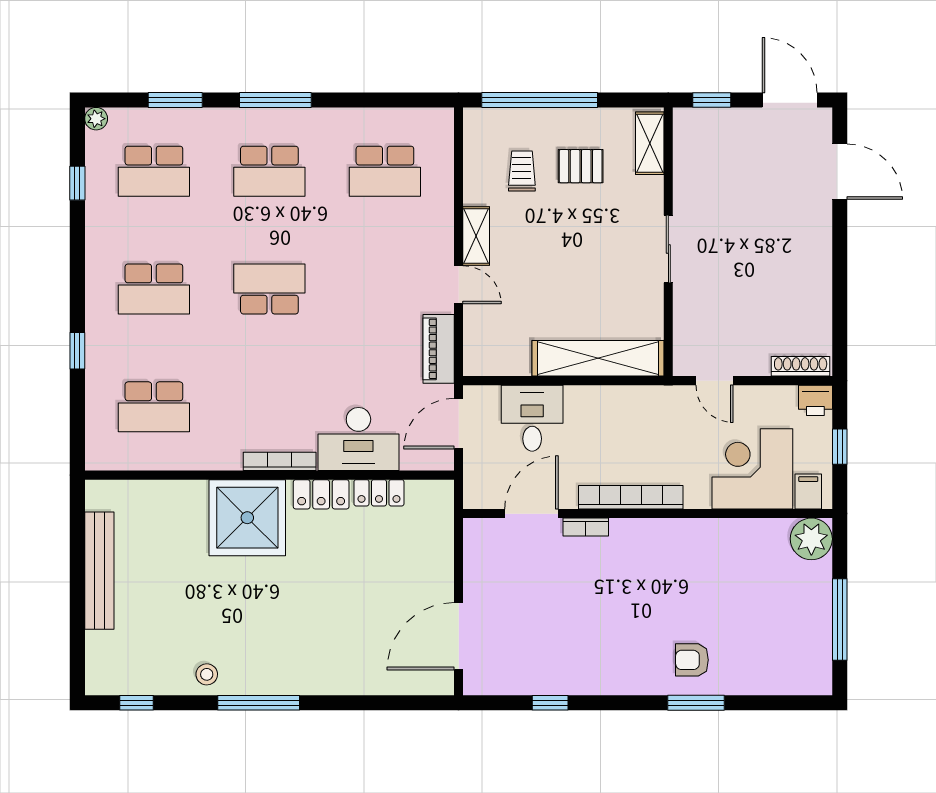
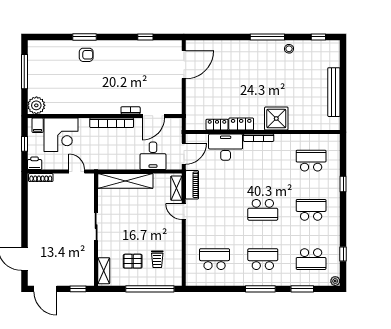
school desk: (154, 171) -> (311, 259), turned 180
shelving: (476, 236) -> (176, 188), moved
shower: (247, 518) -> (276, 119), width x0.73, depth x0.73

